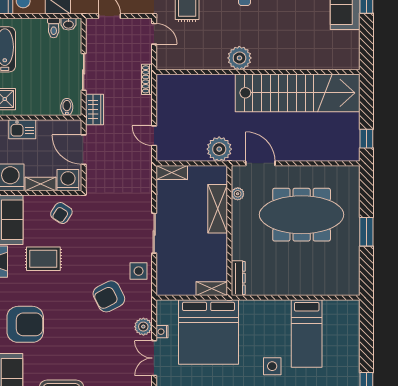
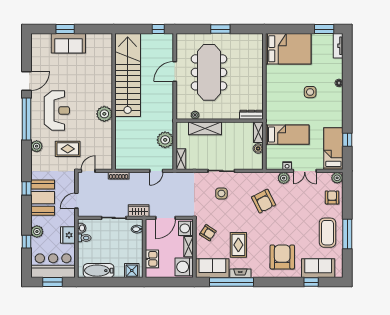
plant: (219, 149) -> (165, 140), moved
door: (260, 163) -> (175, 71), moved
side table: (139, 271) -> (221, 193), moved
boiler: (188, 288) -> (258, 149), added
bed: (209, 332) -> (287, 135), width x0.49
bed: (307, 333) -> (288, 49), moved, width x1.50

